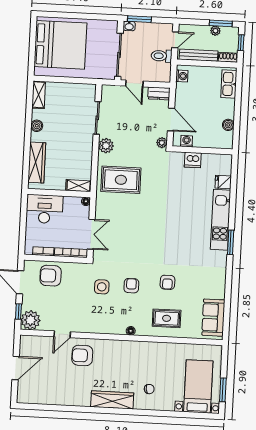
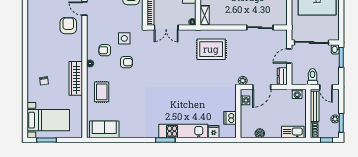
plant: (106, 146) -> (238, 36), removed
dishwasher: (193, 160) -> (230, 118), moved
rug: (121, 180) -> (211, 49), turned 90
armchair: (167, 282) -> (105, 50), moved
wardrobe: (112, 400) -> (76, 78), moved, turned 180

